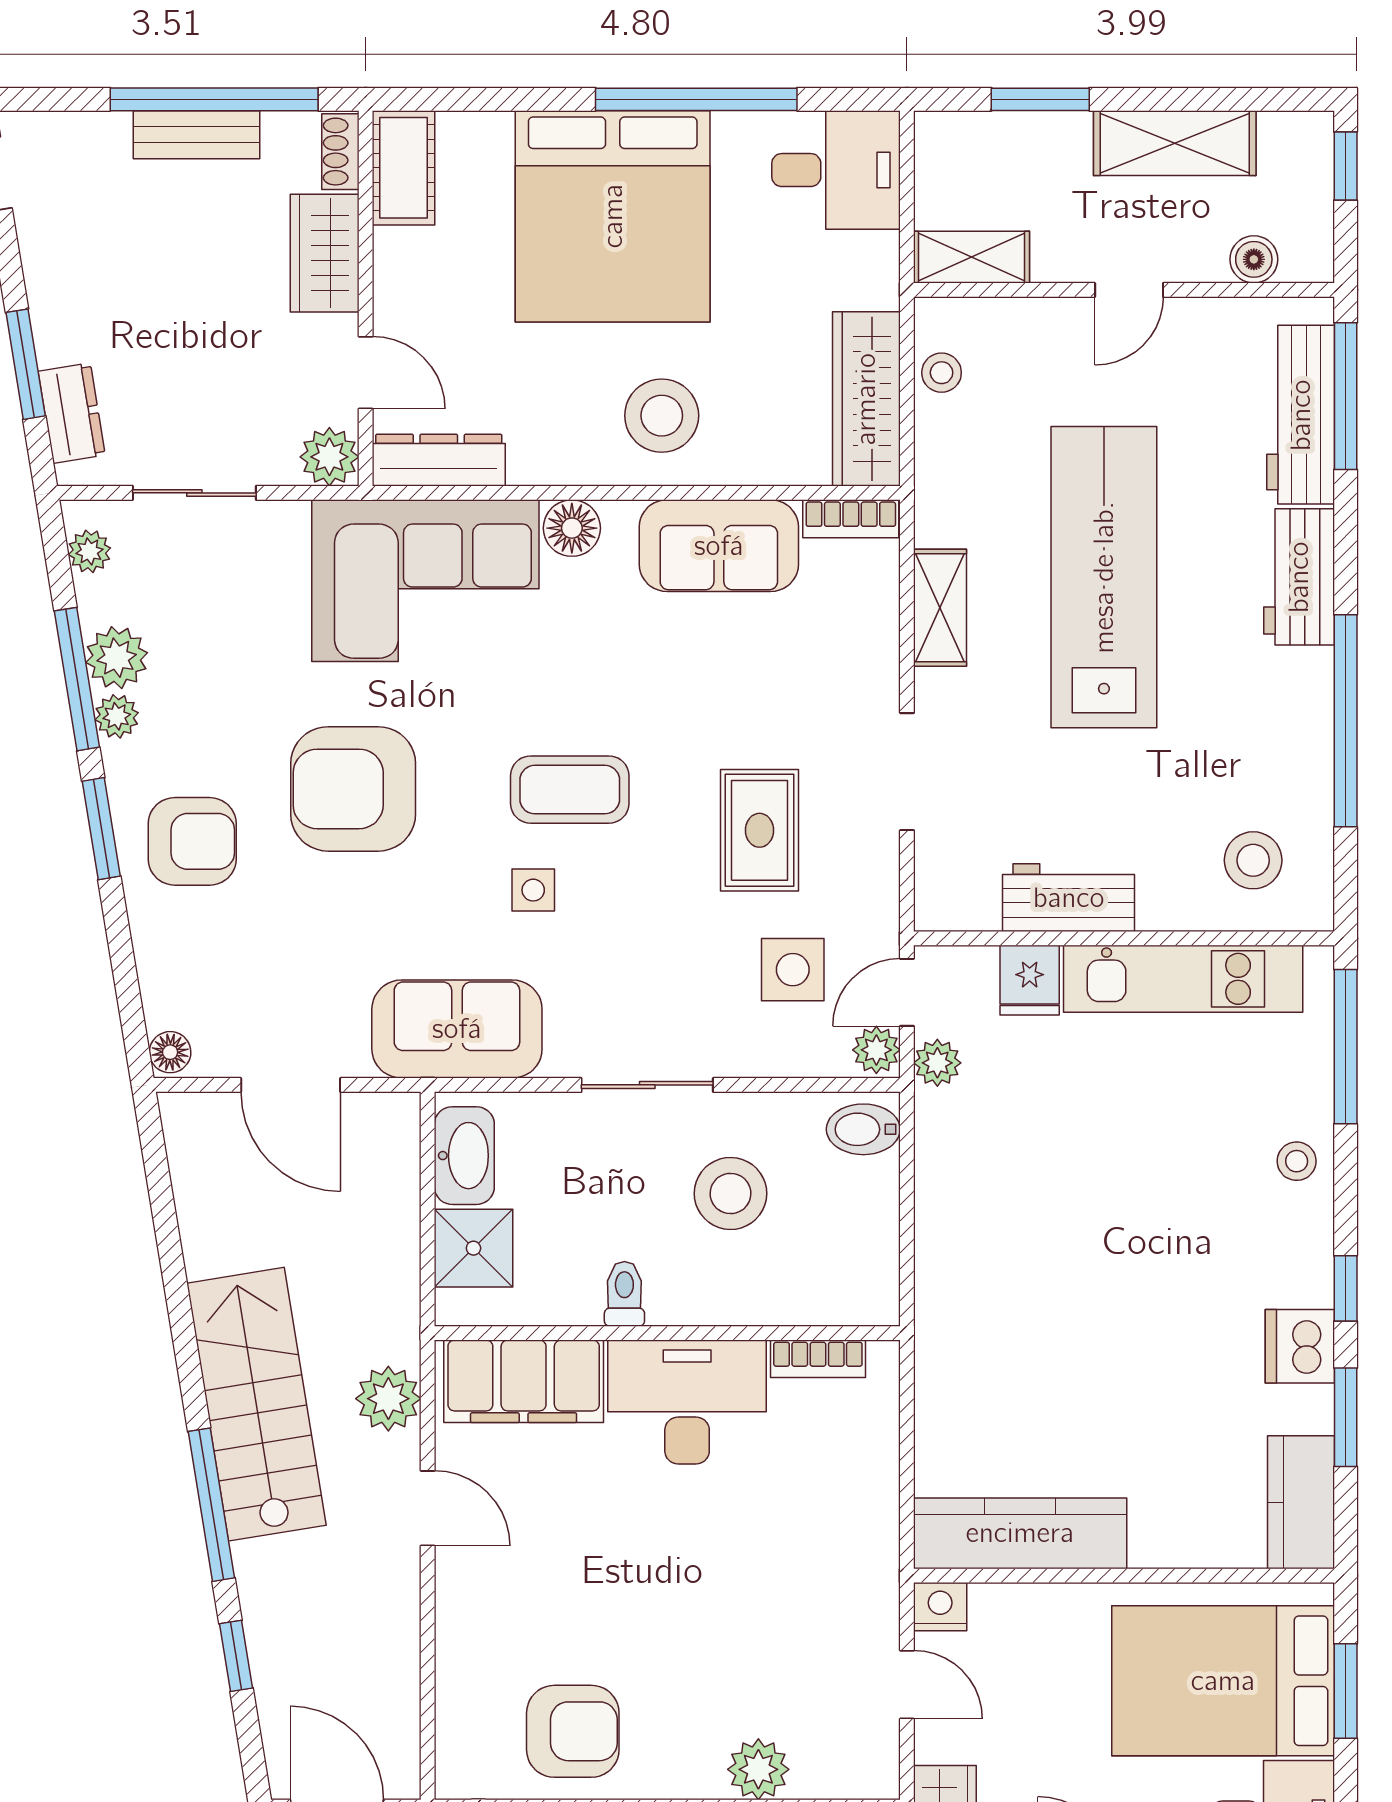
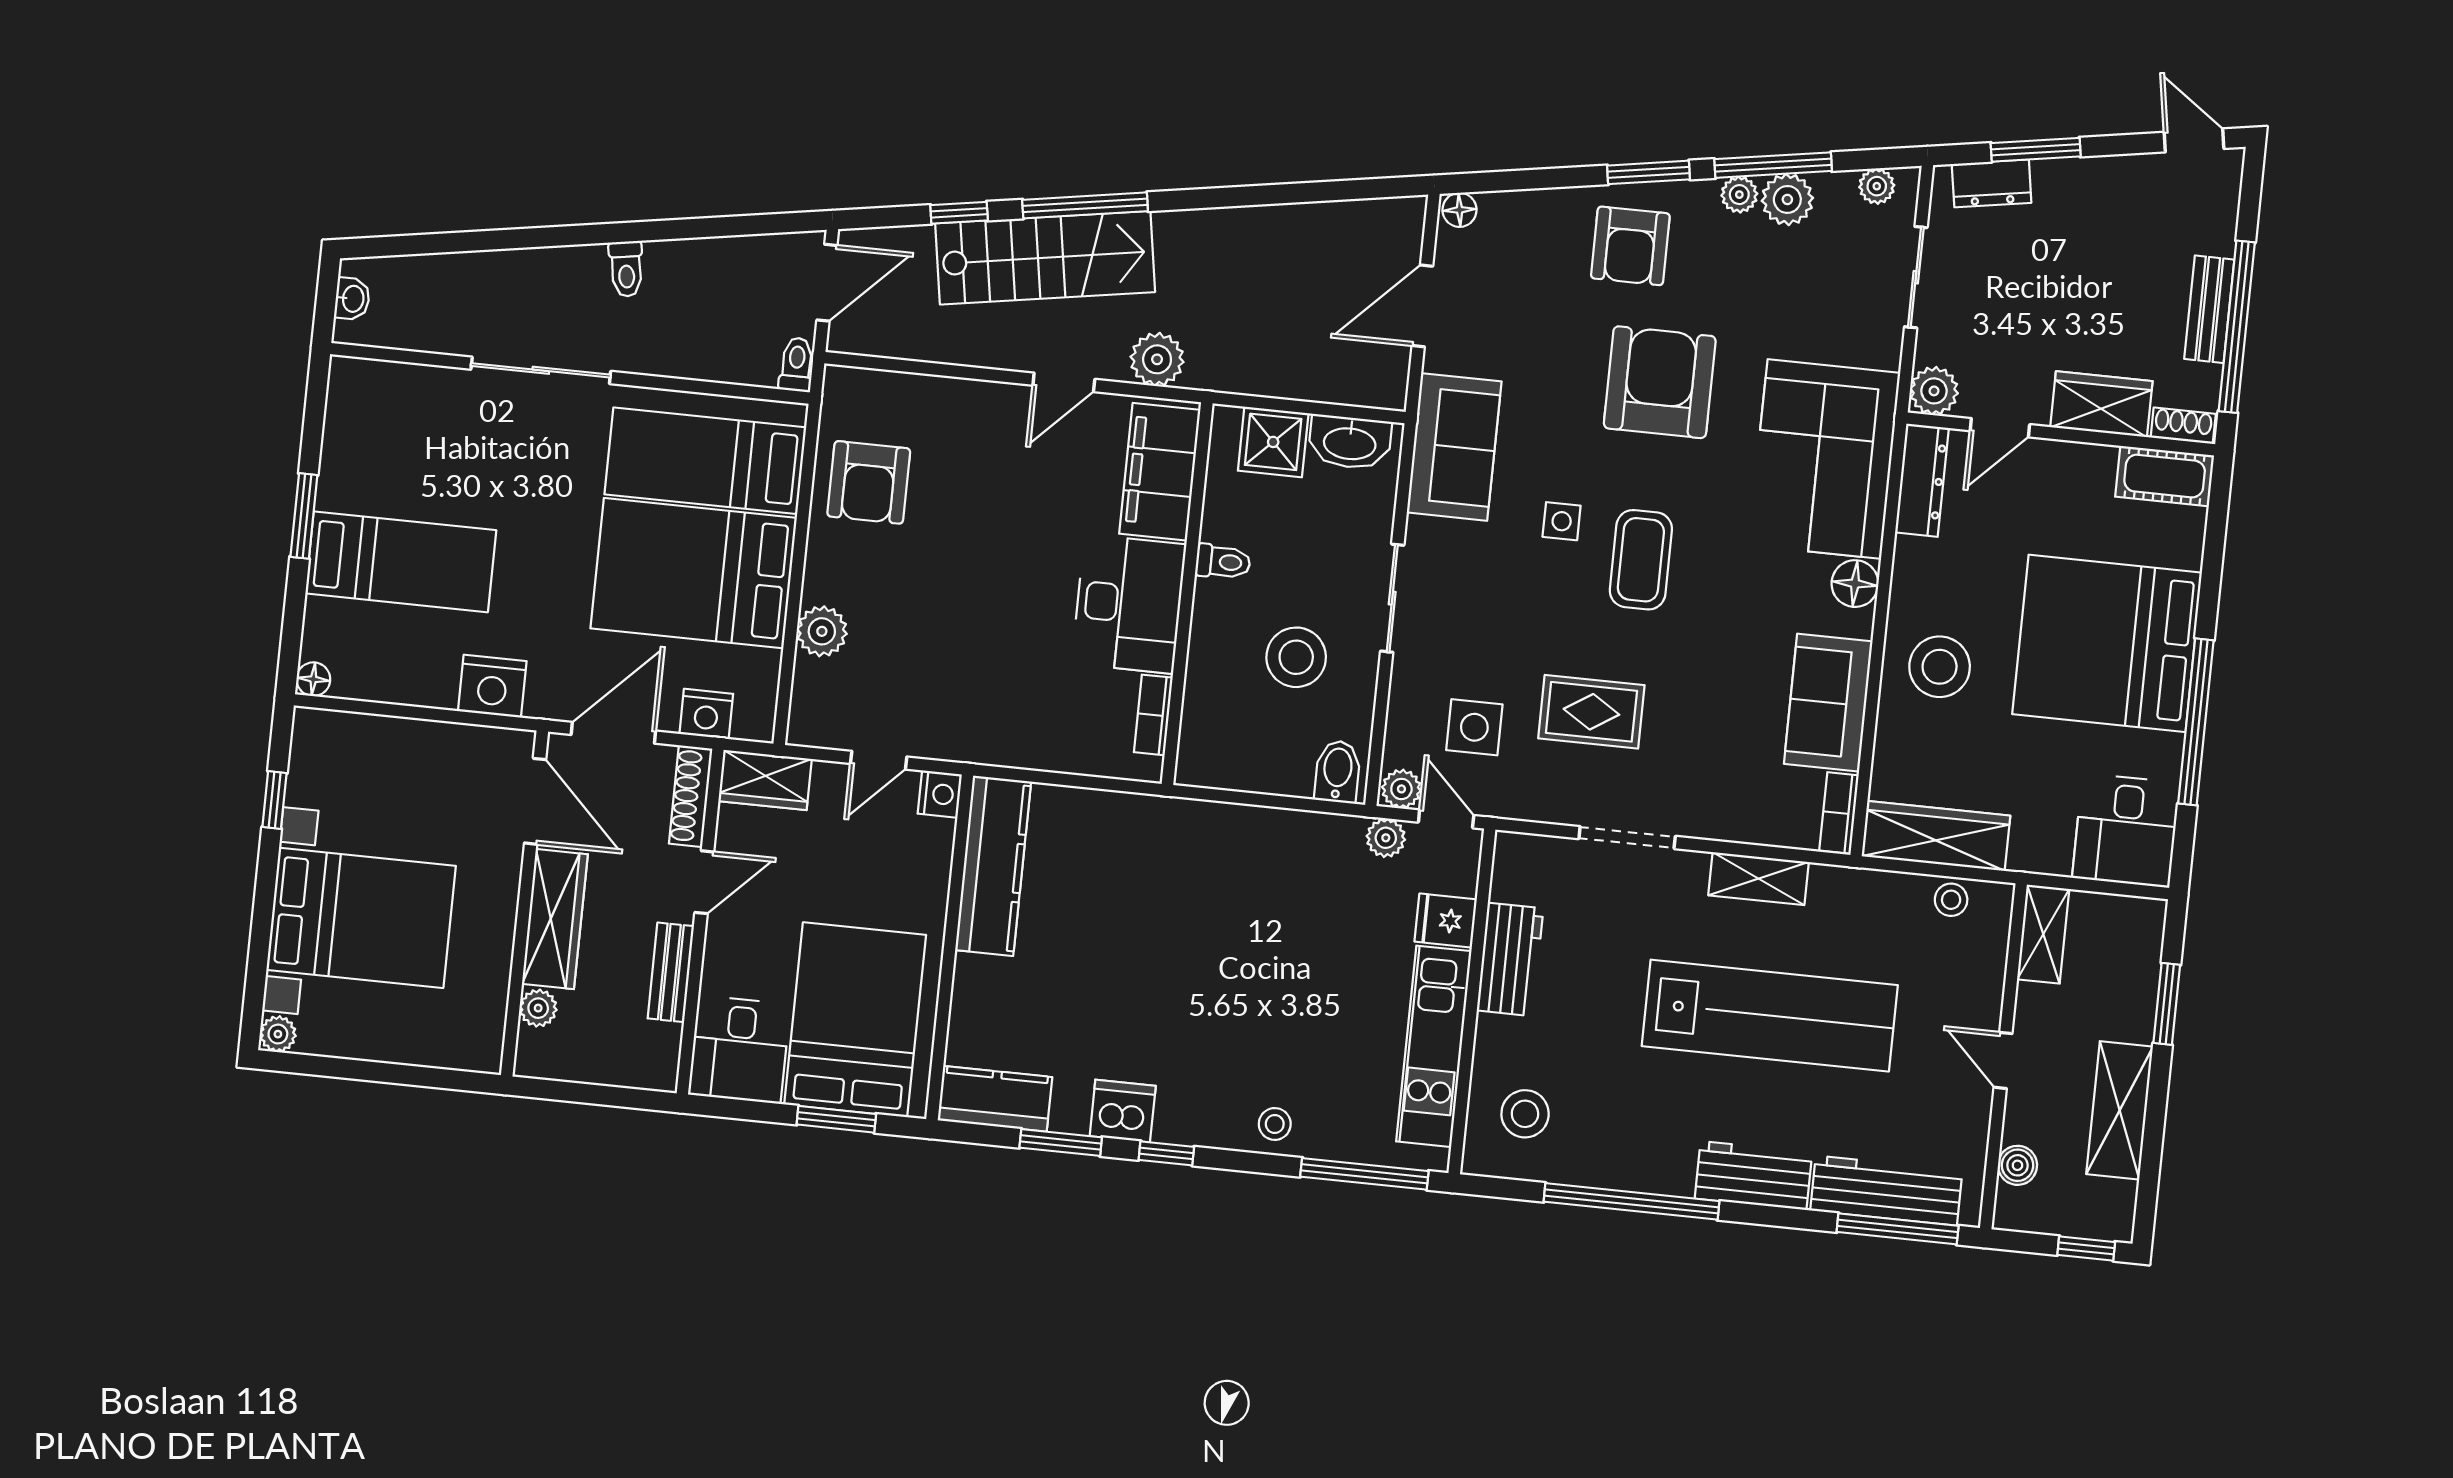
stairs: (256, 1404) -> (1045, 258), moved

